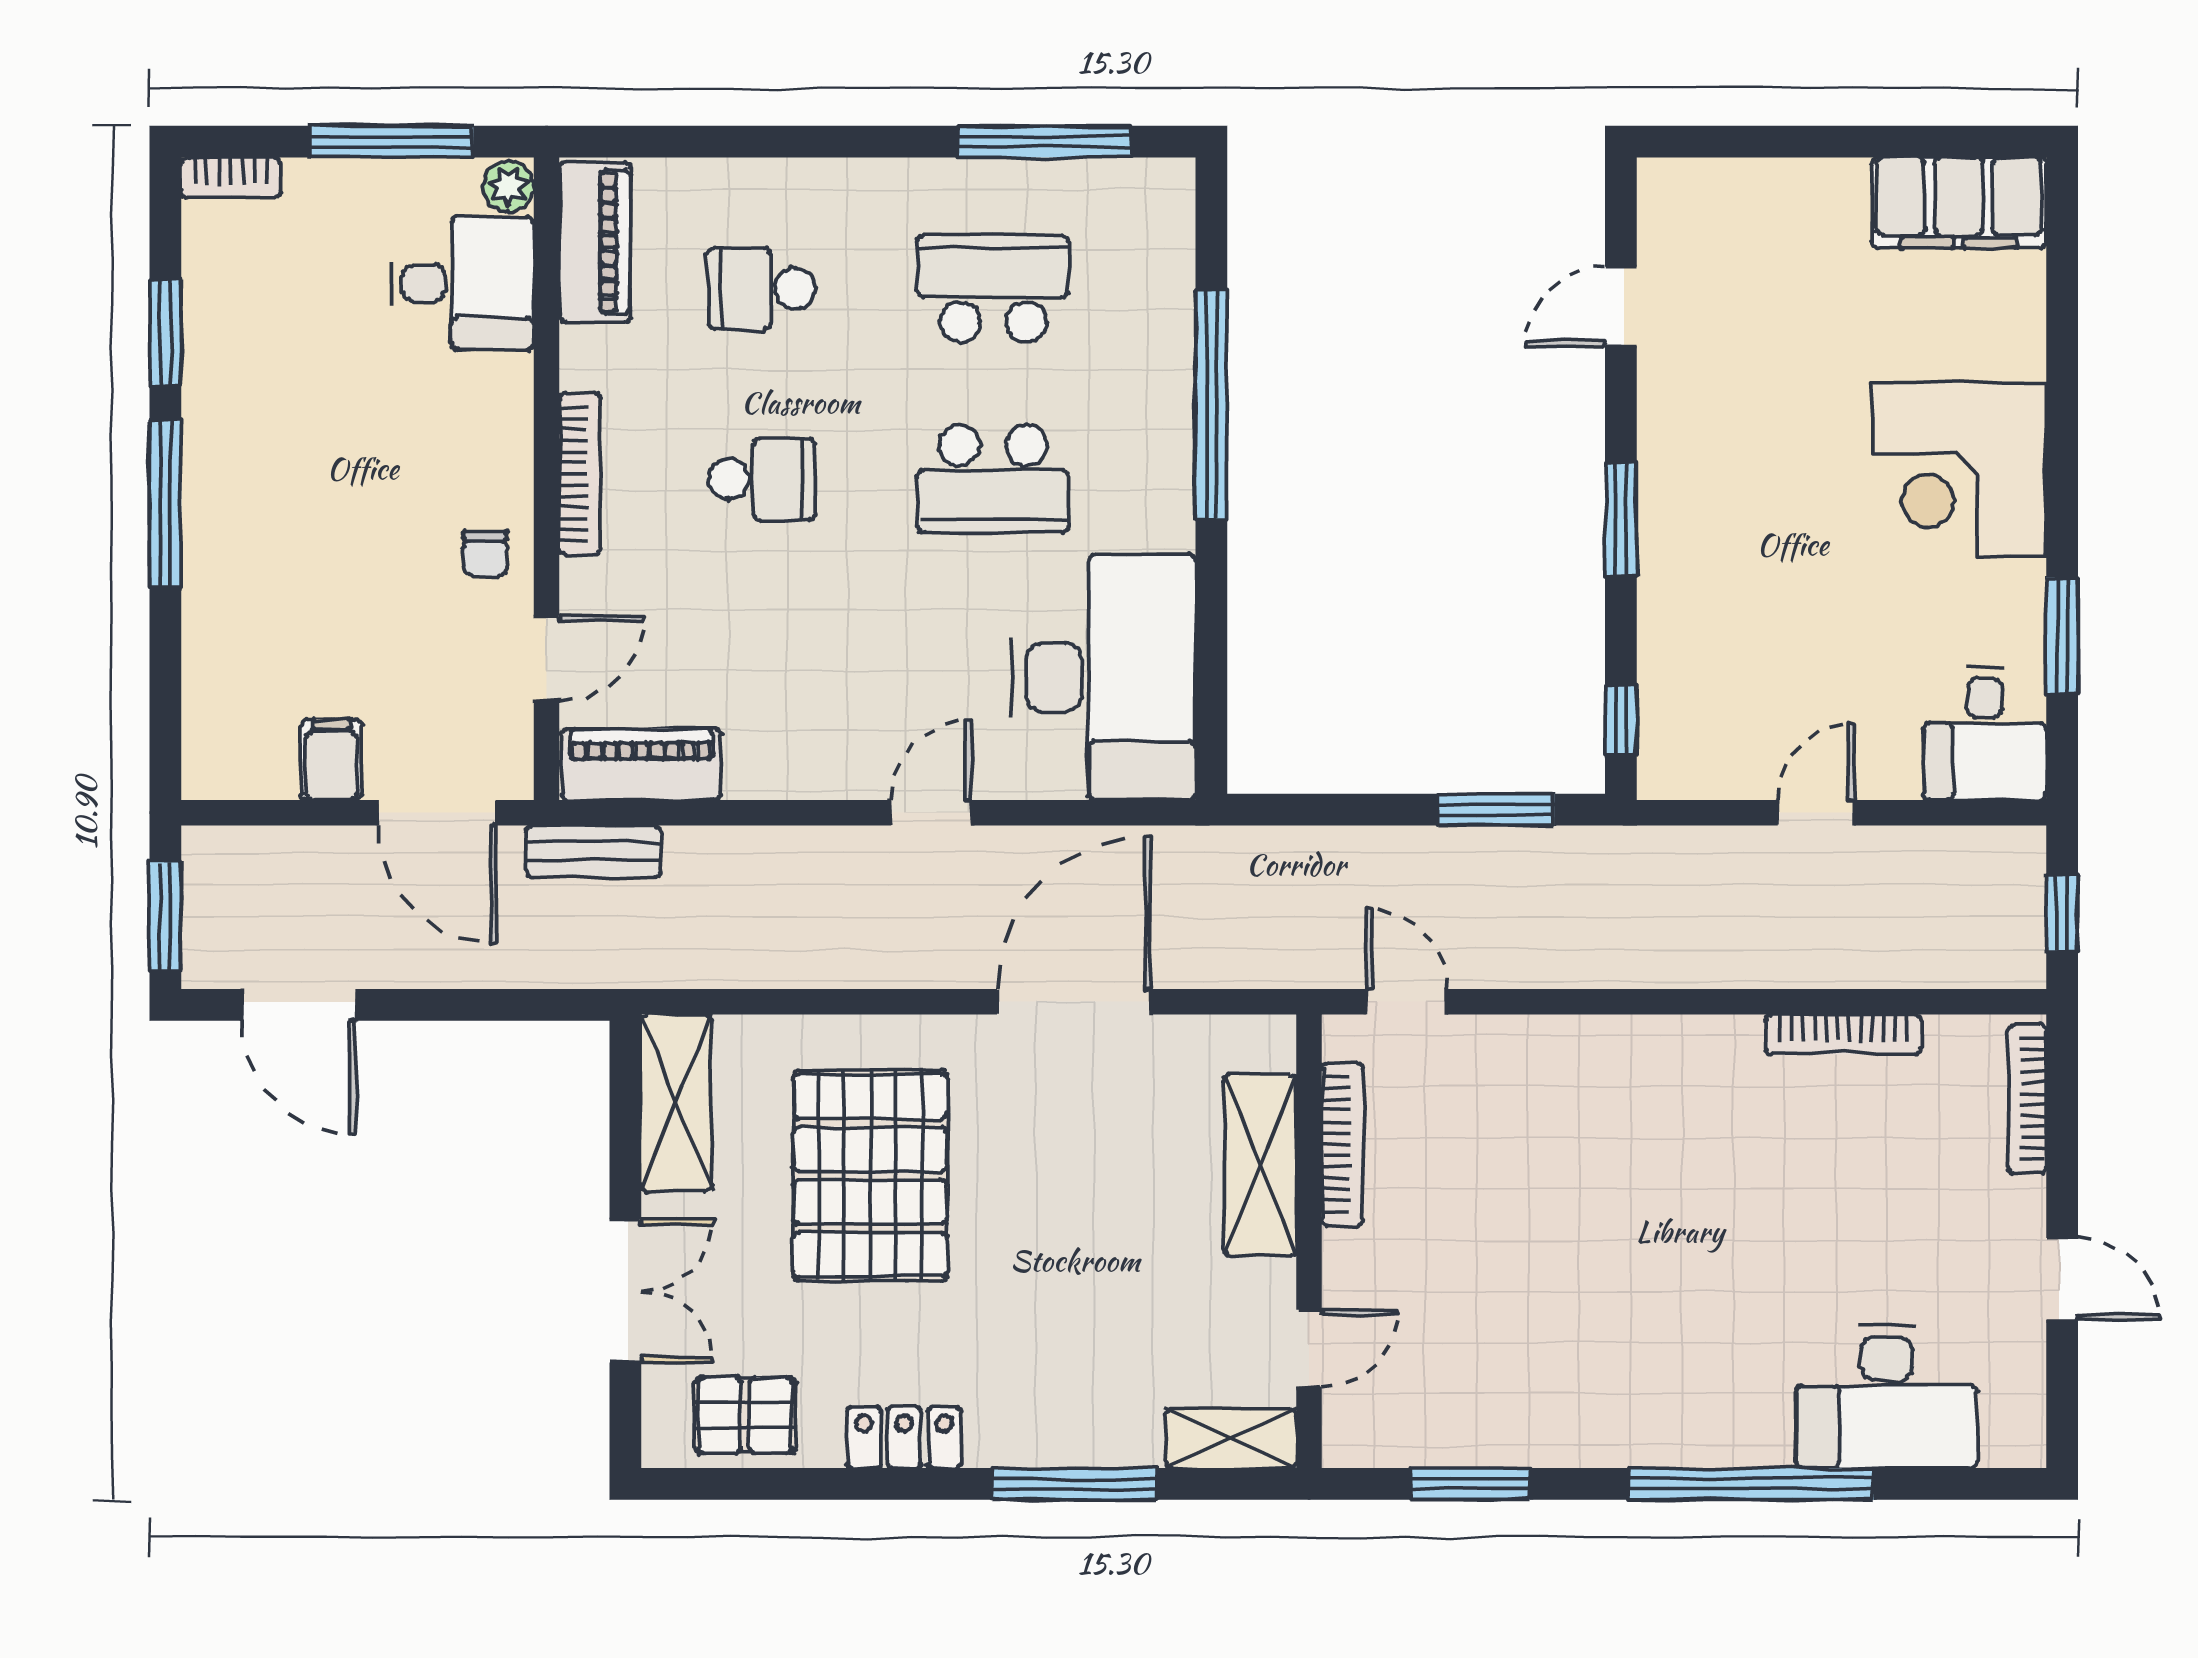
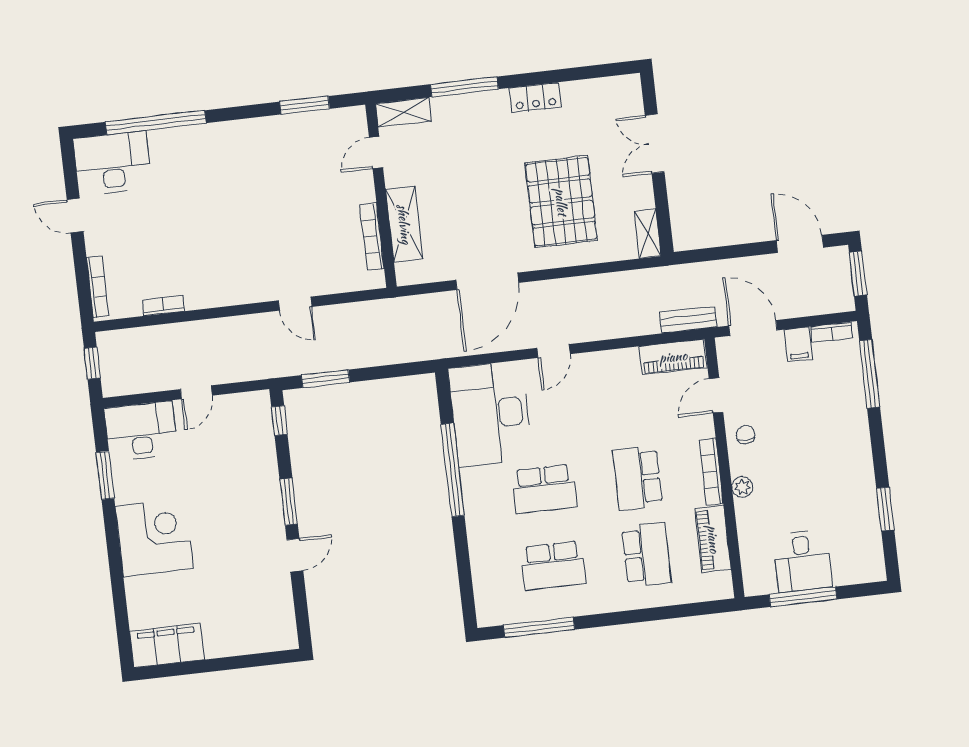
bookcase: (231, 177) -> (832, 332), moved, turned 180
plant: (508, 186) -> (742, 487), moved
piano: (595, 242) -> (713, 539), moved
desk: (462, 283) -> (802, 561), moved, turned -90
school desk: (762, 289) -> (646, 555), width x1.85
door: (1621, 306) -> (295, 555), moved
window: (1211, 405) -> (453, 470), moved
school desk: (762, 479) -> (638, 478), width x1.85
school desk: (993, 479) -> (544, 489), turned 180
window: (165, 504) -> (870, 374), moved
desk: (1985, 734) -> (141, 431), width x1.37
door: (1407, 1002) -> (295, 304), moved
bookcase: (1843, 1034) -> (163, 305), width x0.64
shelving: (676, 1103) -> (648, 234), width x0.67, depth x0.75
desk: (1887, 1397) -> (112, 163), moved
pallet: (745, 1415) -> (600, 99), removed
window: (1751, 1484) -> (156, 122), moved

